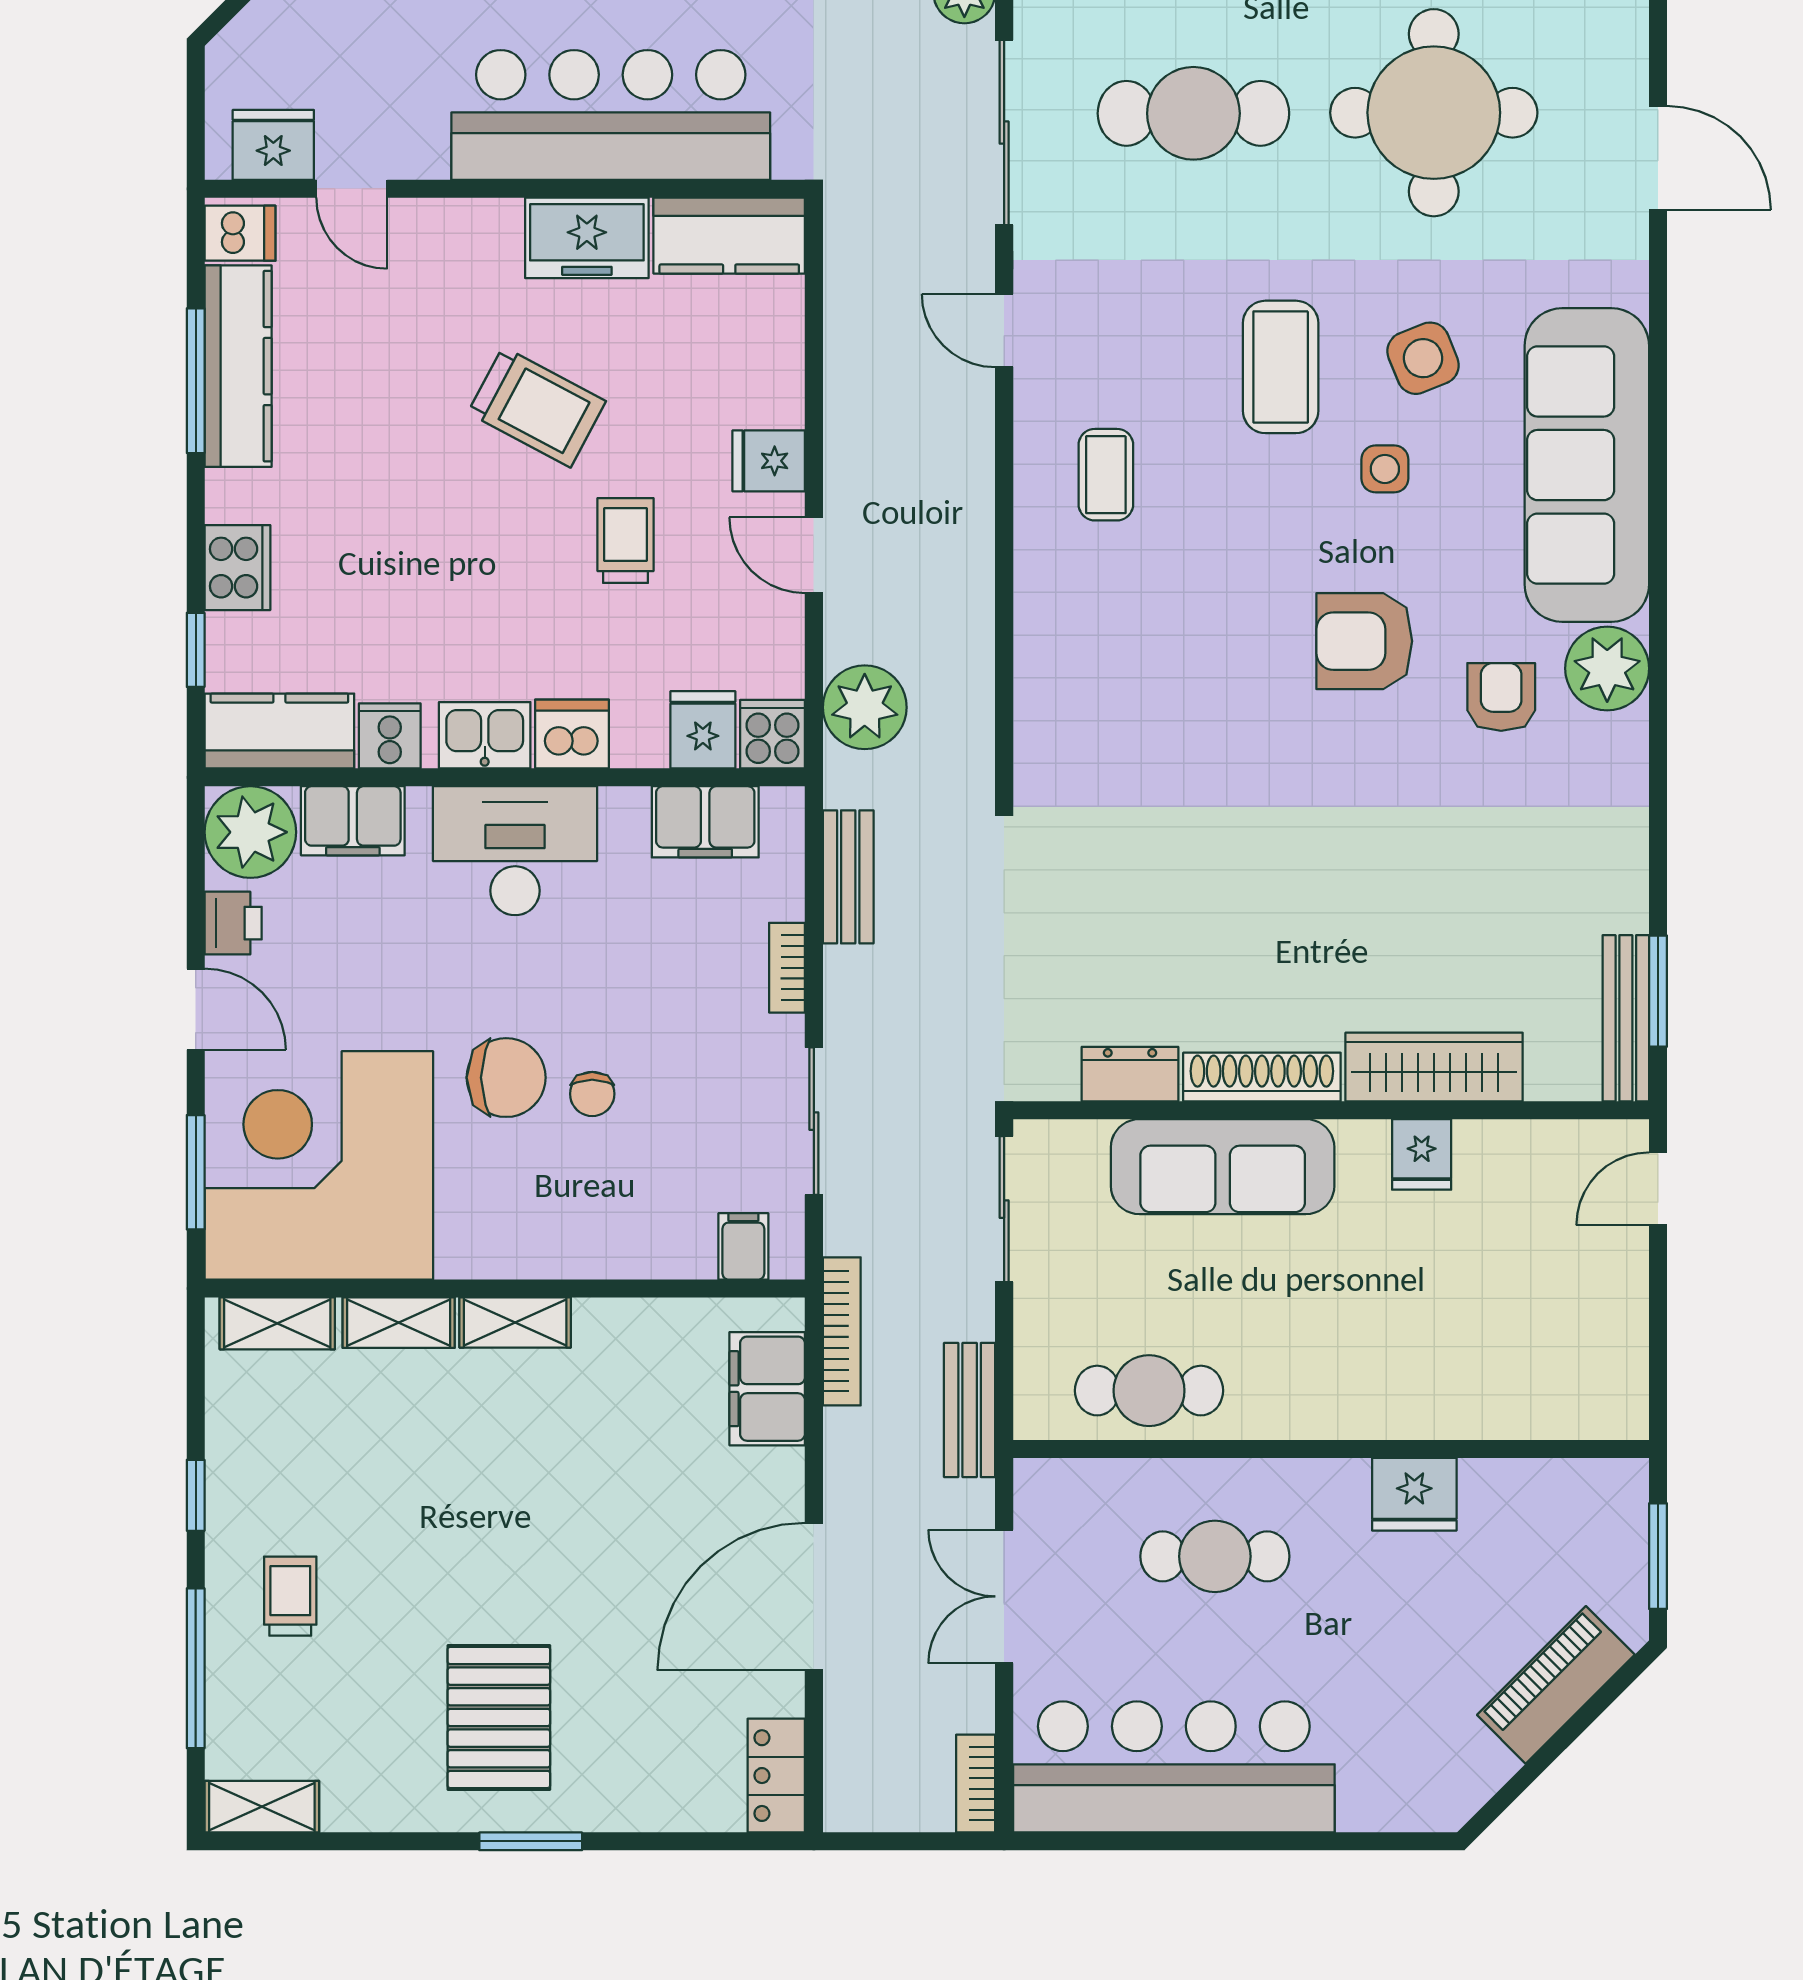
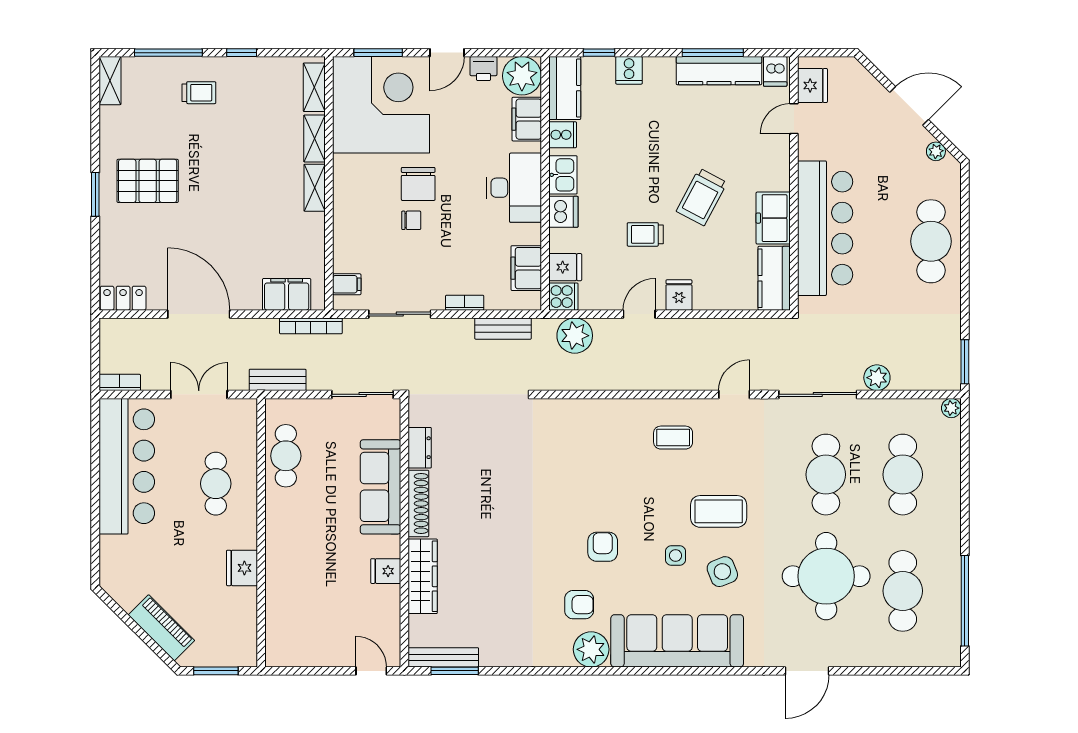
trolley: (626, 540) -> (645, 234), turned 180
cooker: (237, 568) -> (629, 70), width x0.73
armchair: (1364, 641) -> (603, 547), width x0.72, depth x0.72
chair: (592, 1094) -> (411, 220), turned 180

